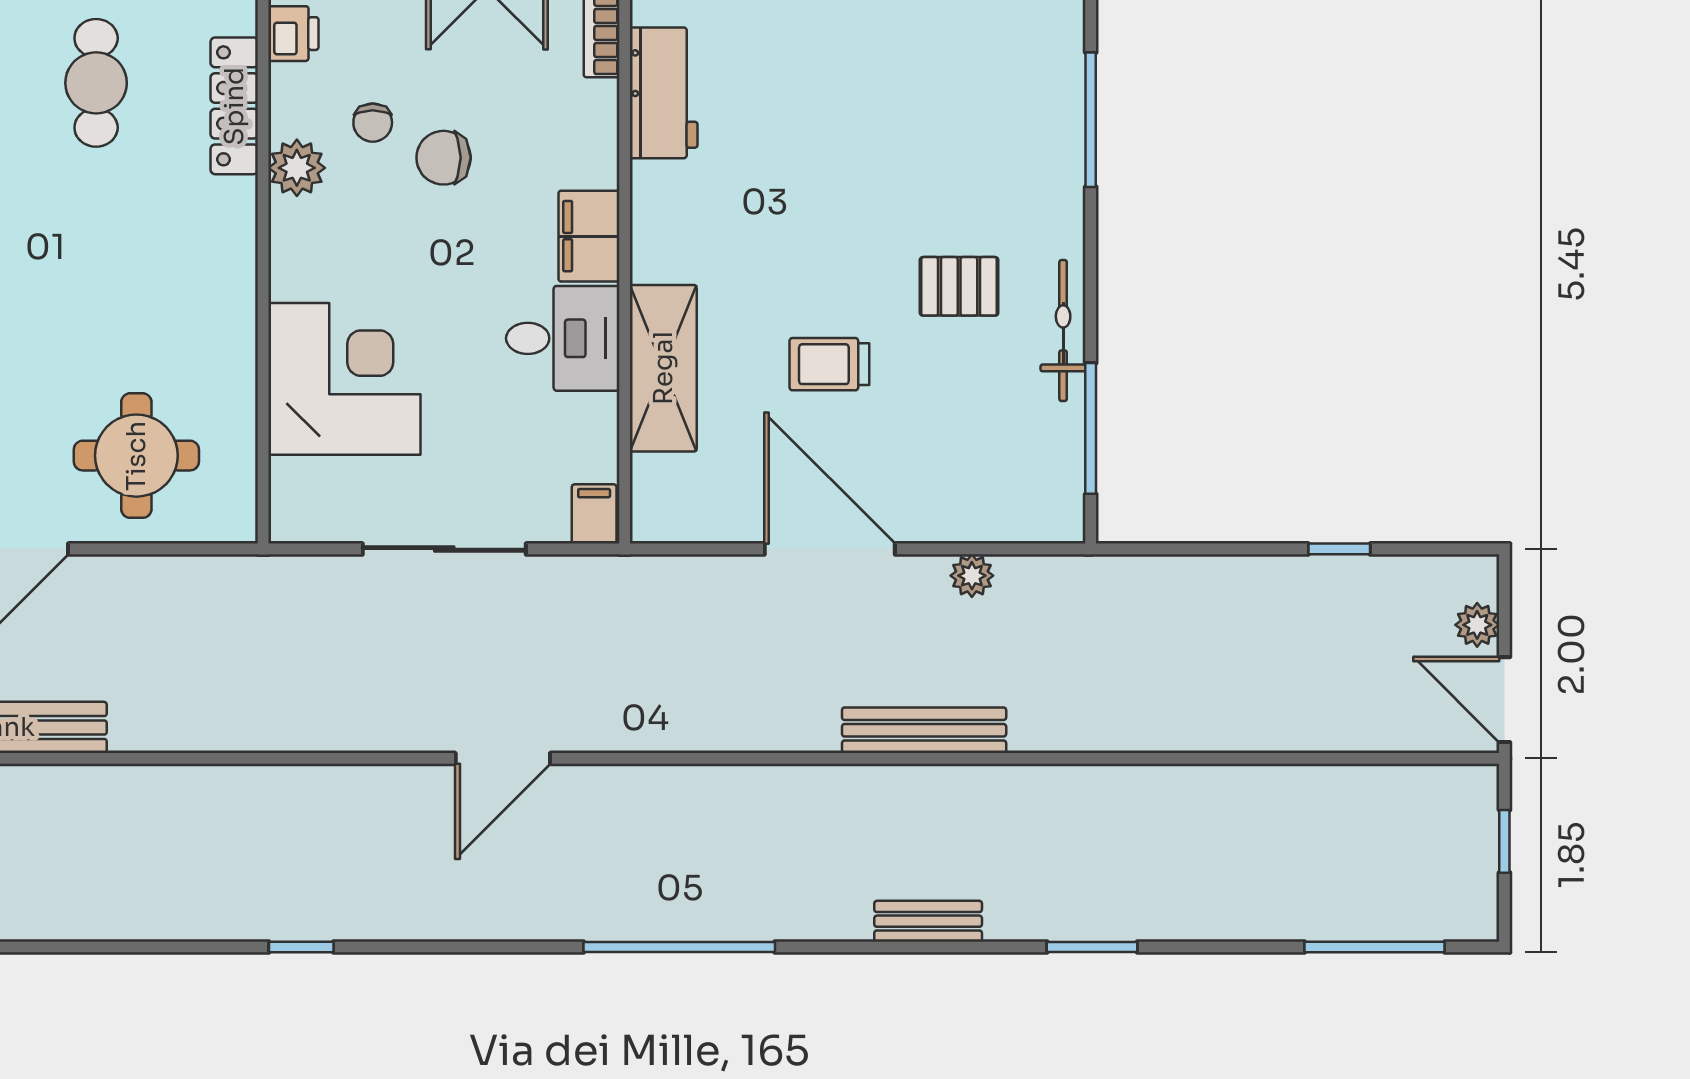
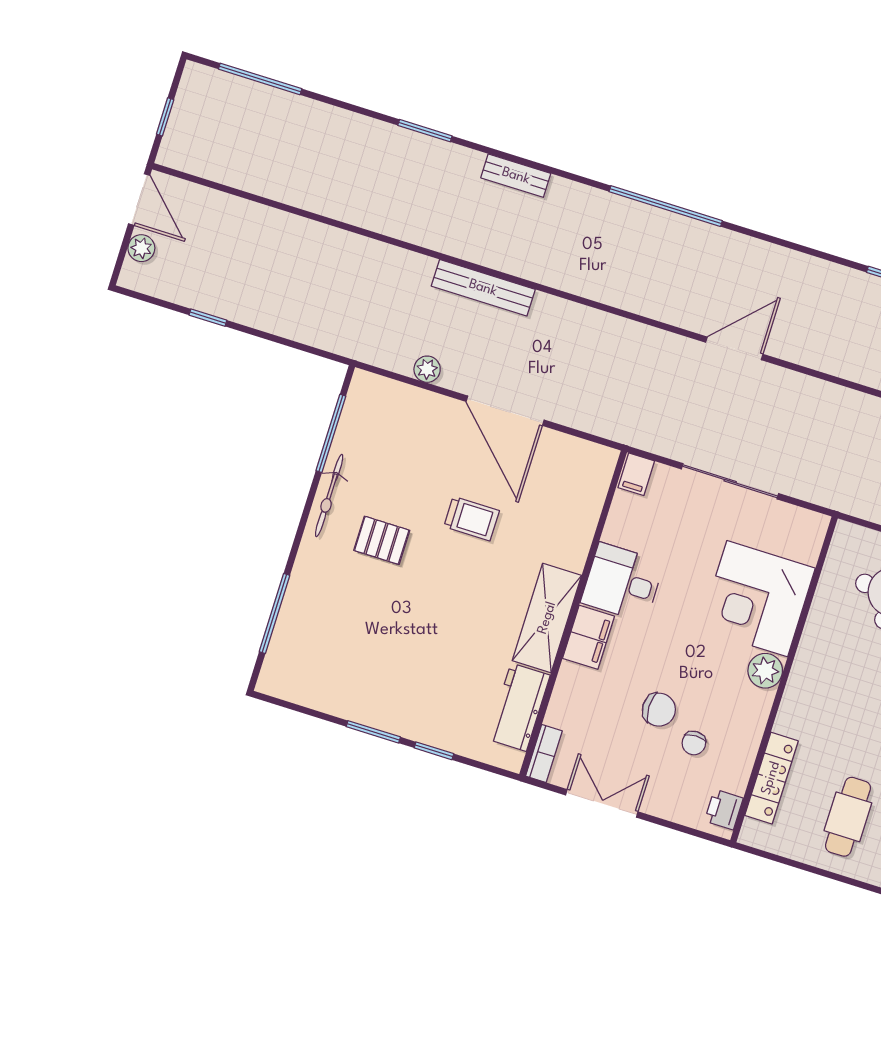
chair: (373, 123) -> (694, 743), turned 180
plant: (297, 168) -> (765, 671), moved
shelving: (663, 368) -> (547, 618), moved

